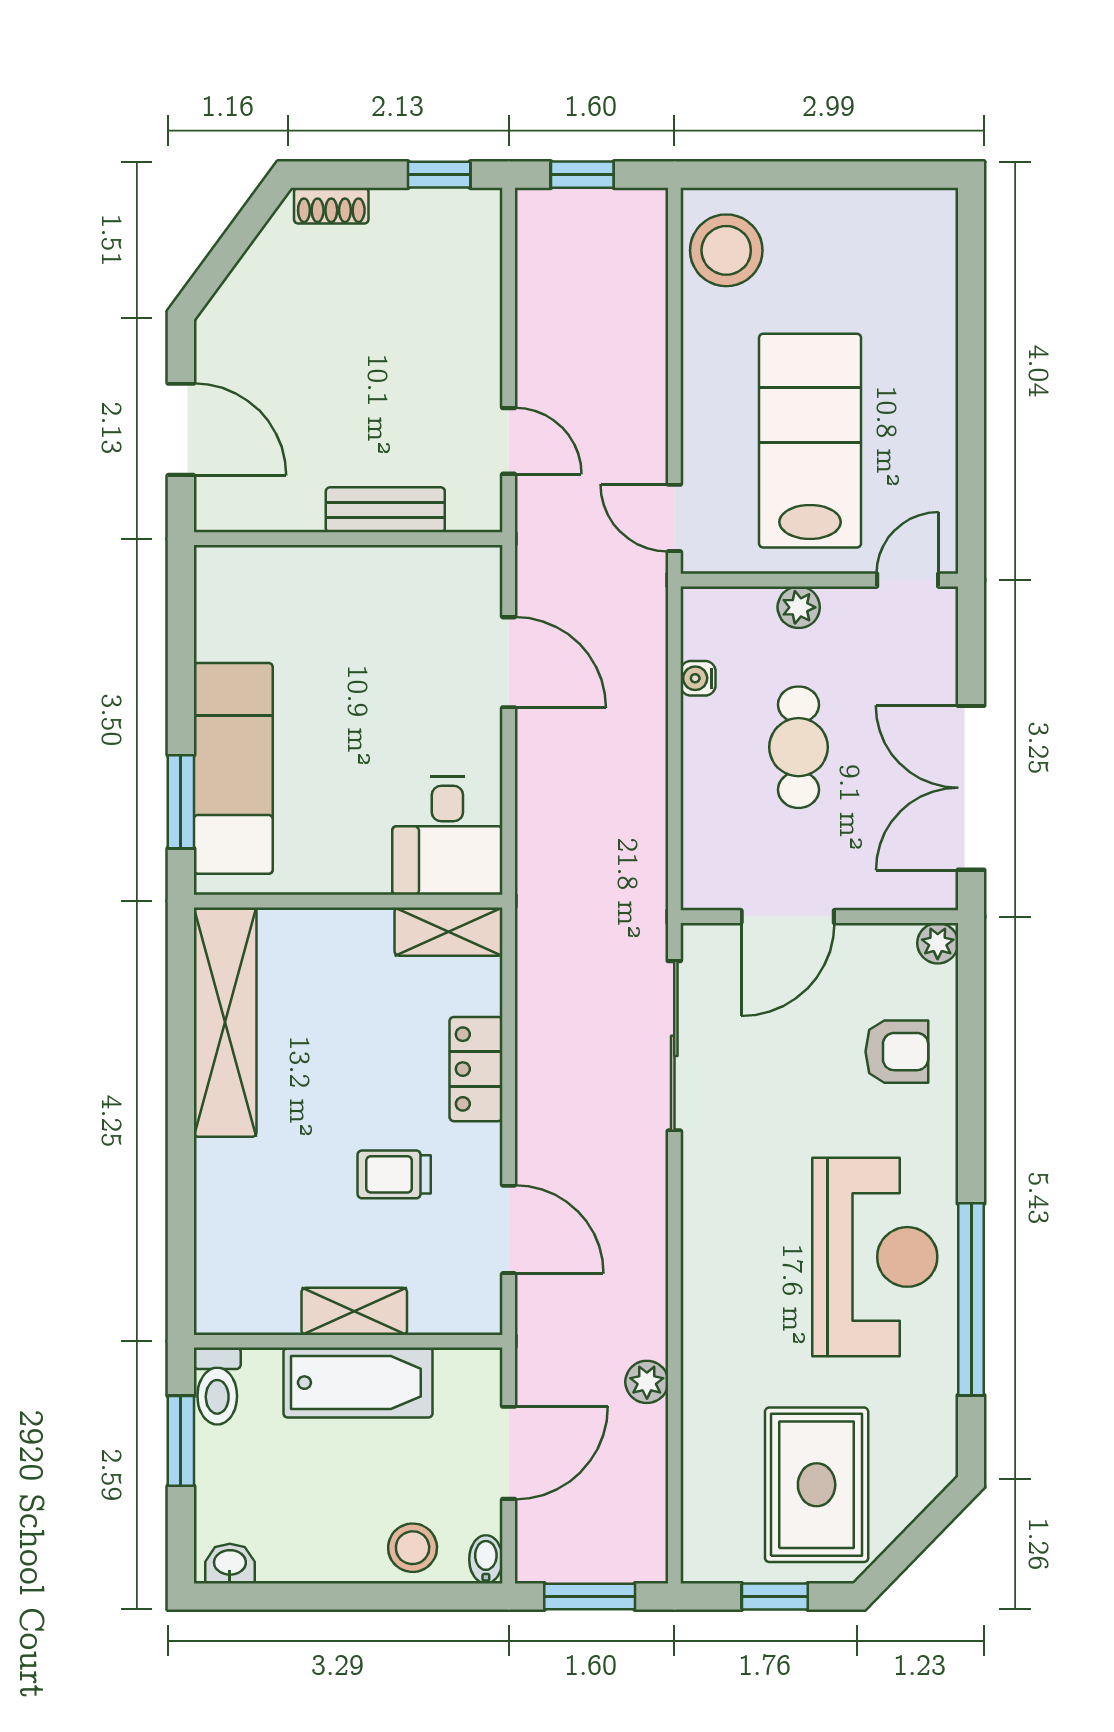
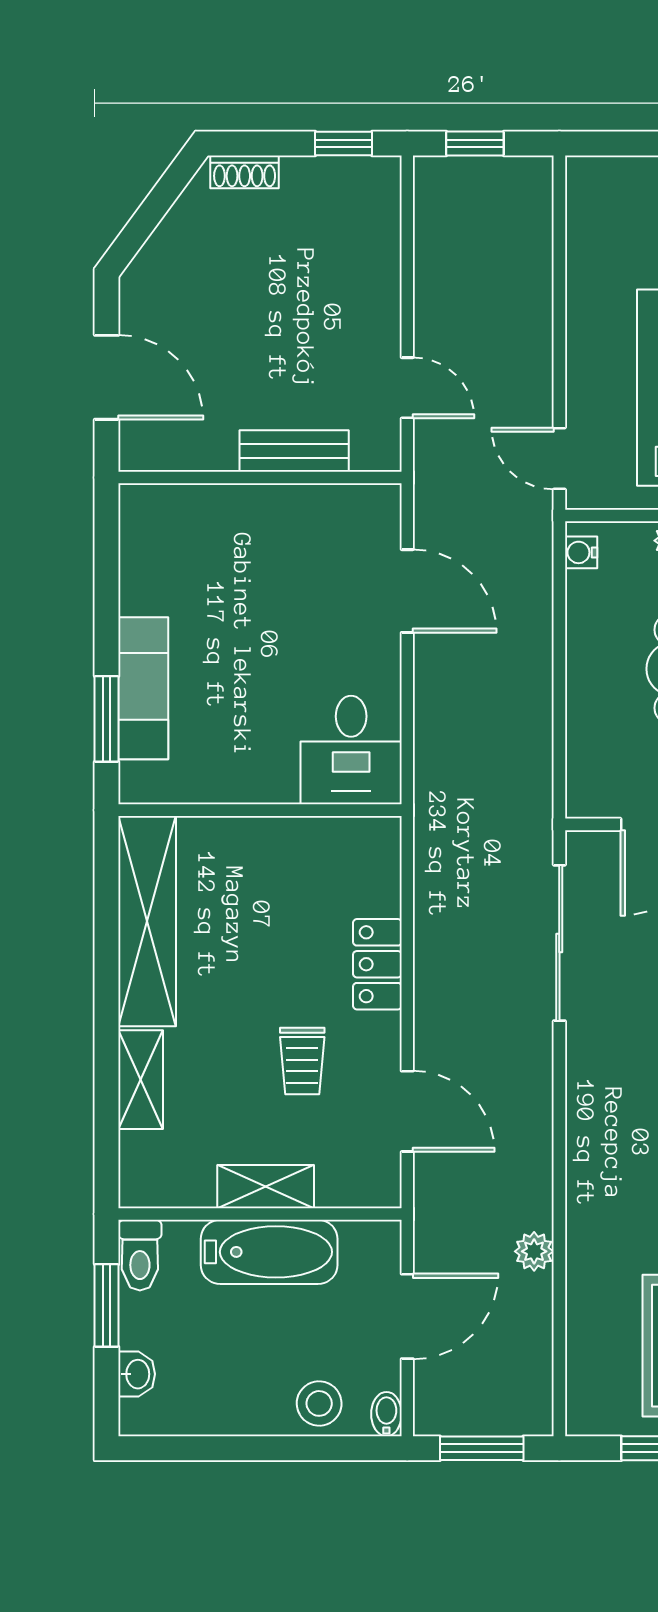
stool: (726, 250) -> (607, 213), removed
water cooler: (698, 678) -> (581, 552), moved
exam couch: (233, 768) -> (143, 688), width x0.73, depth x0.69
shelving: (449, 932) -> (141, 1080), moved, turned 90
trolley: (394, 1174) -> (302, 1061), turned -90
washbasin: (230, 1564) -> (137, 1374), moved, turned 90

